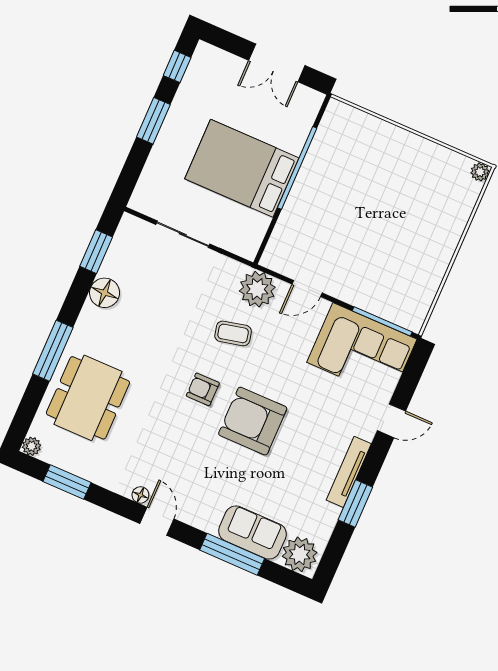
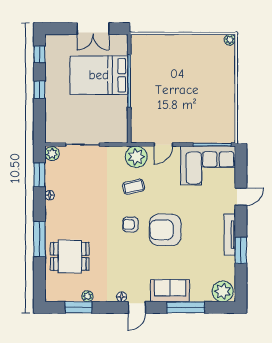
window: (153, 121) -> (39, 90), width x0.67
bed: (242, 168) -> (99, 75), moved
plant: (130, 228) -> (52, 154), added
floor lamp: (105, 293) -> (50, 195), width x0.53, depth x0.53
dining table: (88, 398) -> (70, 256), width x0.73
plant: (31, 446) -> (87, 296), moved
door: (157, 521) -> (137, 307), swing flipped
sofa: (252, 533) -> (170, 291), moved

